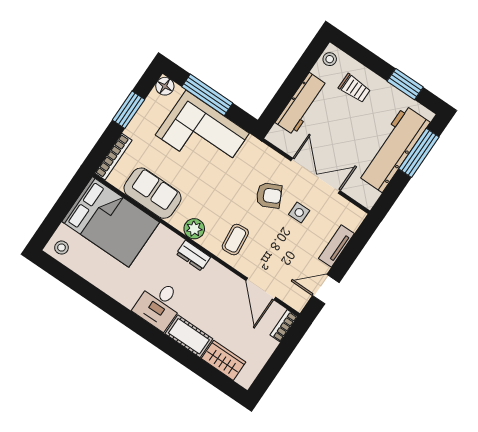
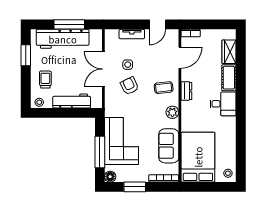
window: (419, 153) -> (69, 24), moved
dresser: (193, 256) -> (186, 91), moved
door: (326, 289) -> (157, 24), hinge flipped

